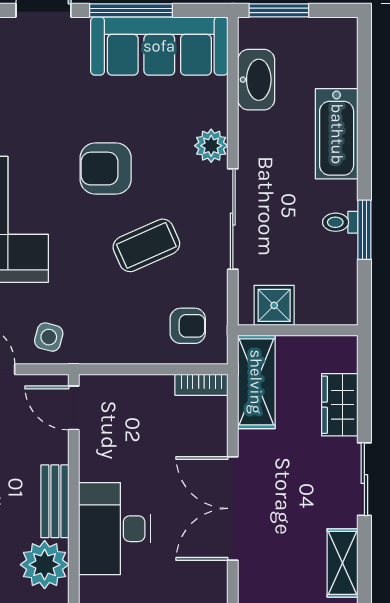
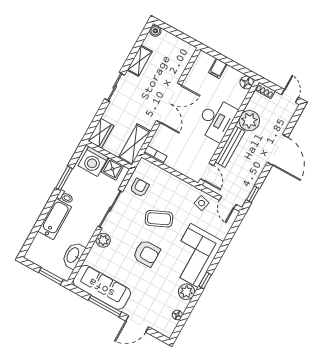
toilet: (340, 222) -> (65, 197), moved
coffee table: (146, 245) -> (159, 219), moved
washing machine: (323, 299) -> (93, 161), added
armchair: (188, 326) -> (140, 188), moved, turned 90
wardrobe: (340, 405) -> (101, 133), moved
bench: (55, 501) -> (230, 147), width x1.36

